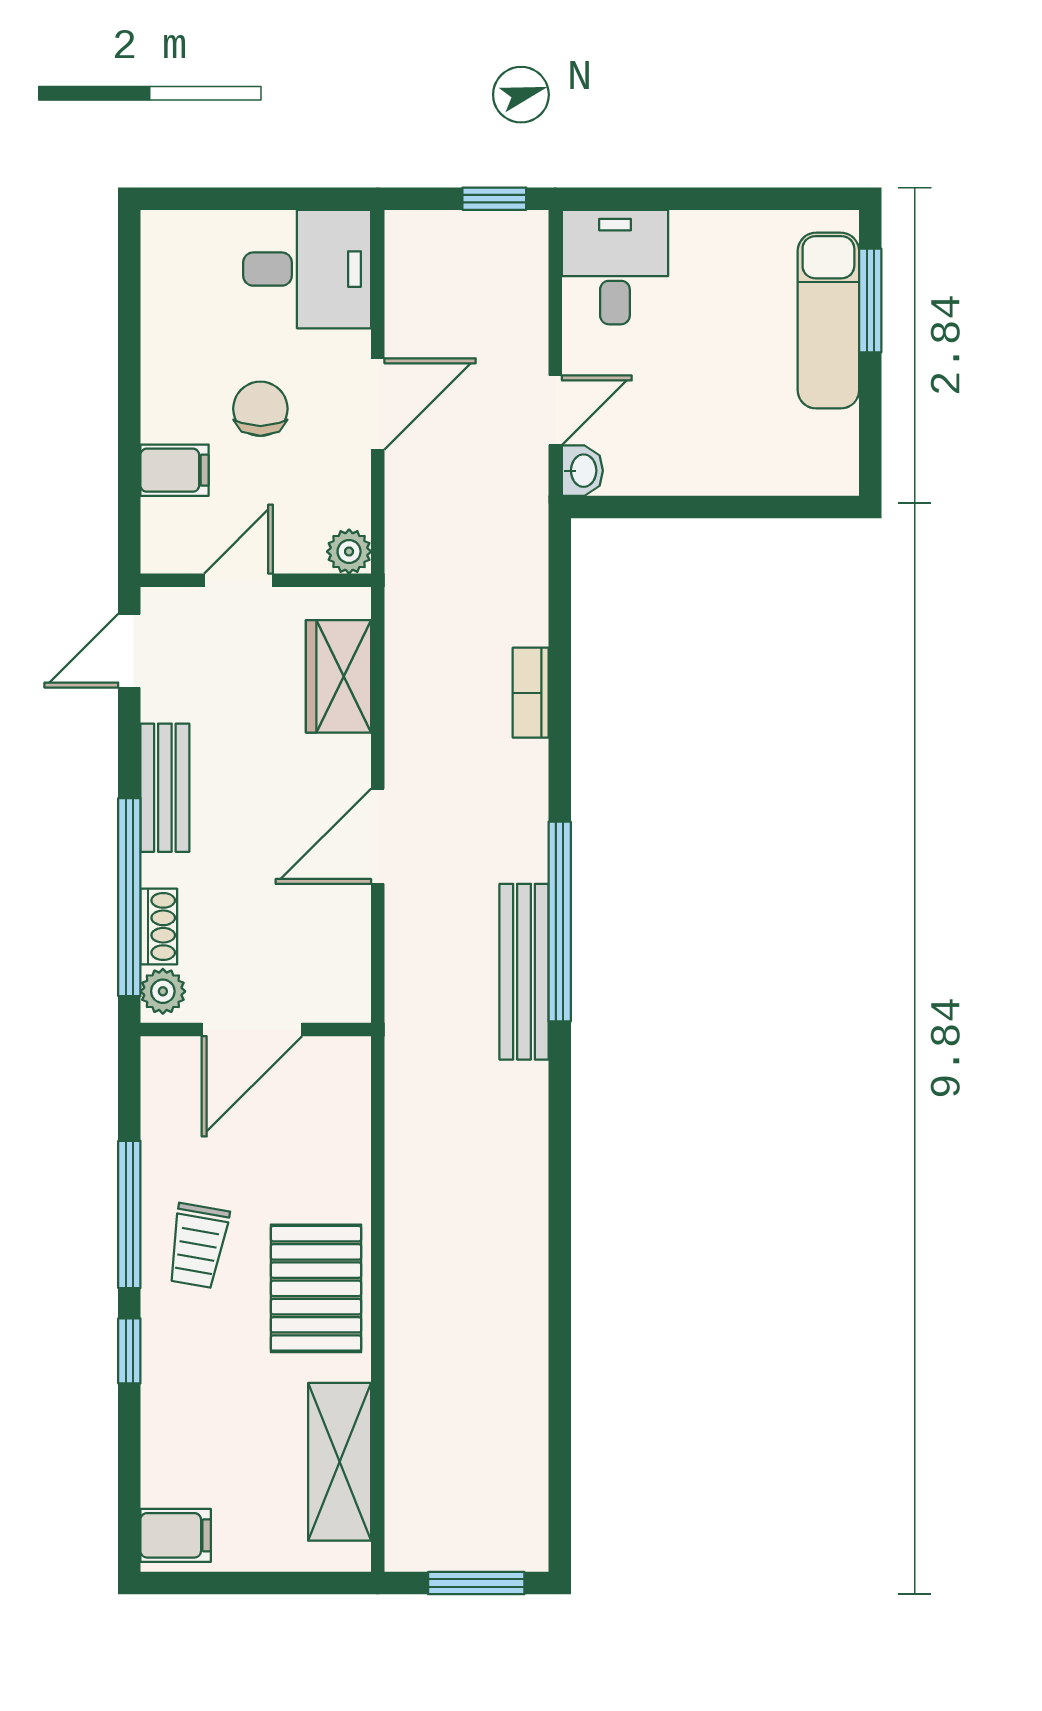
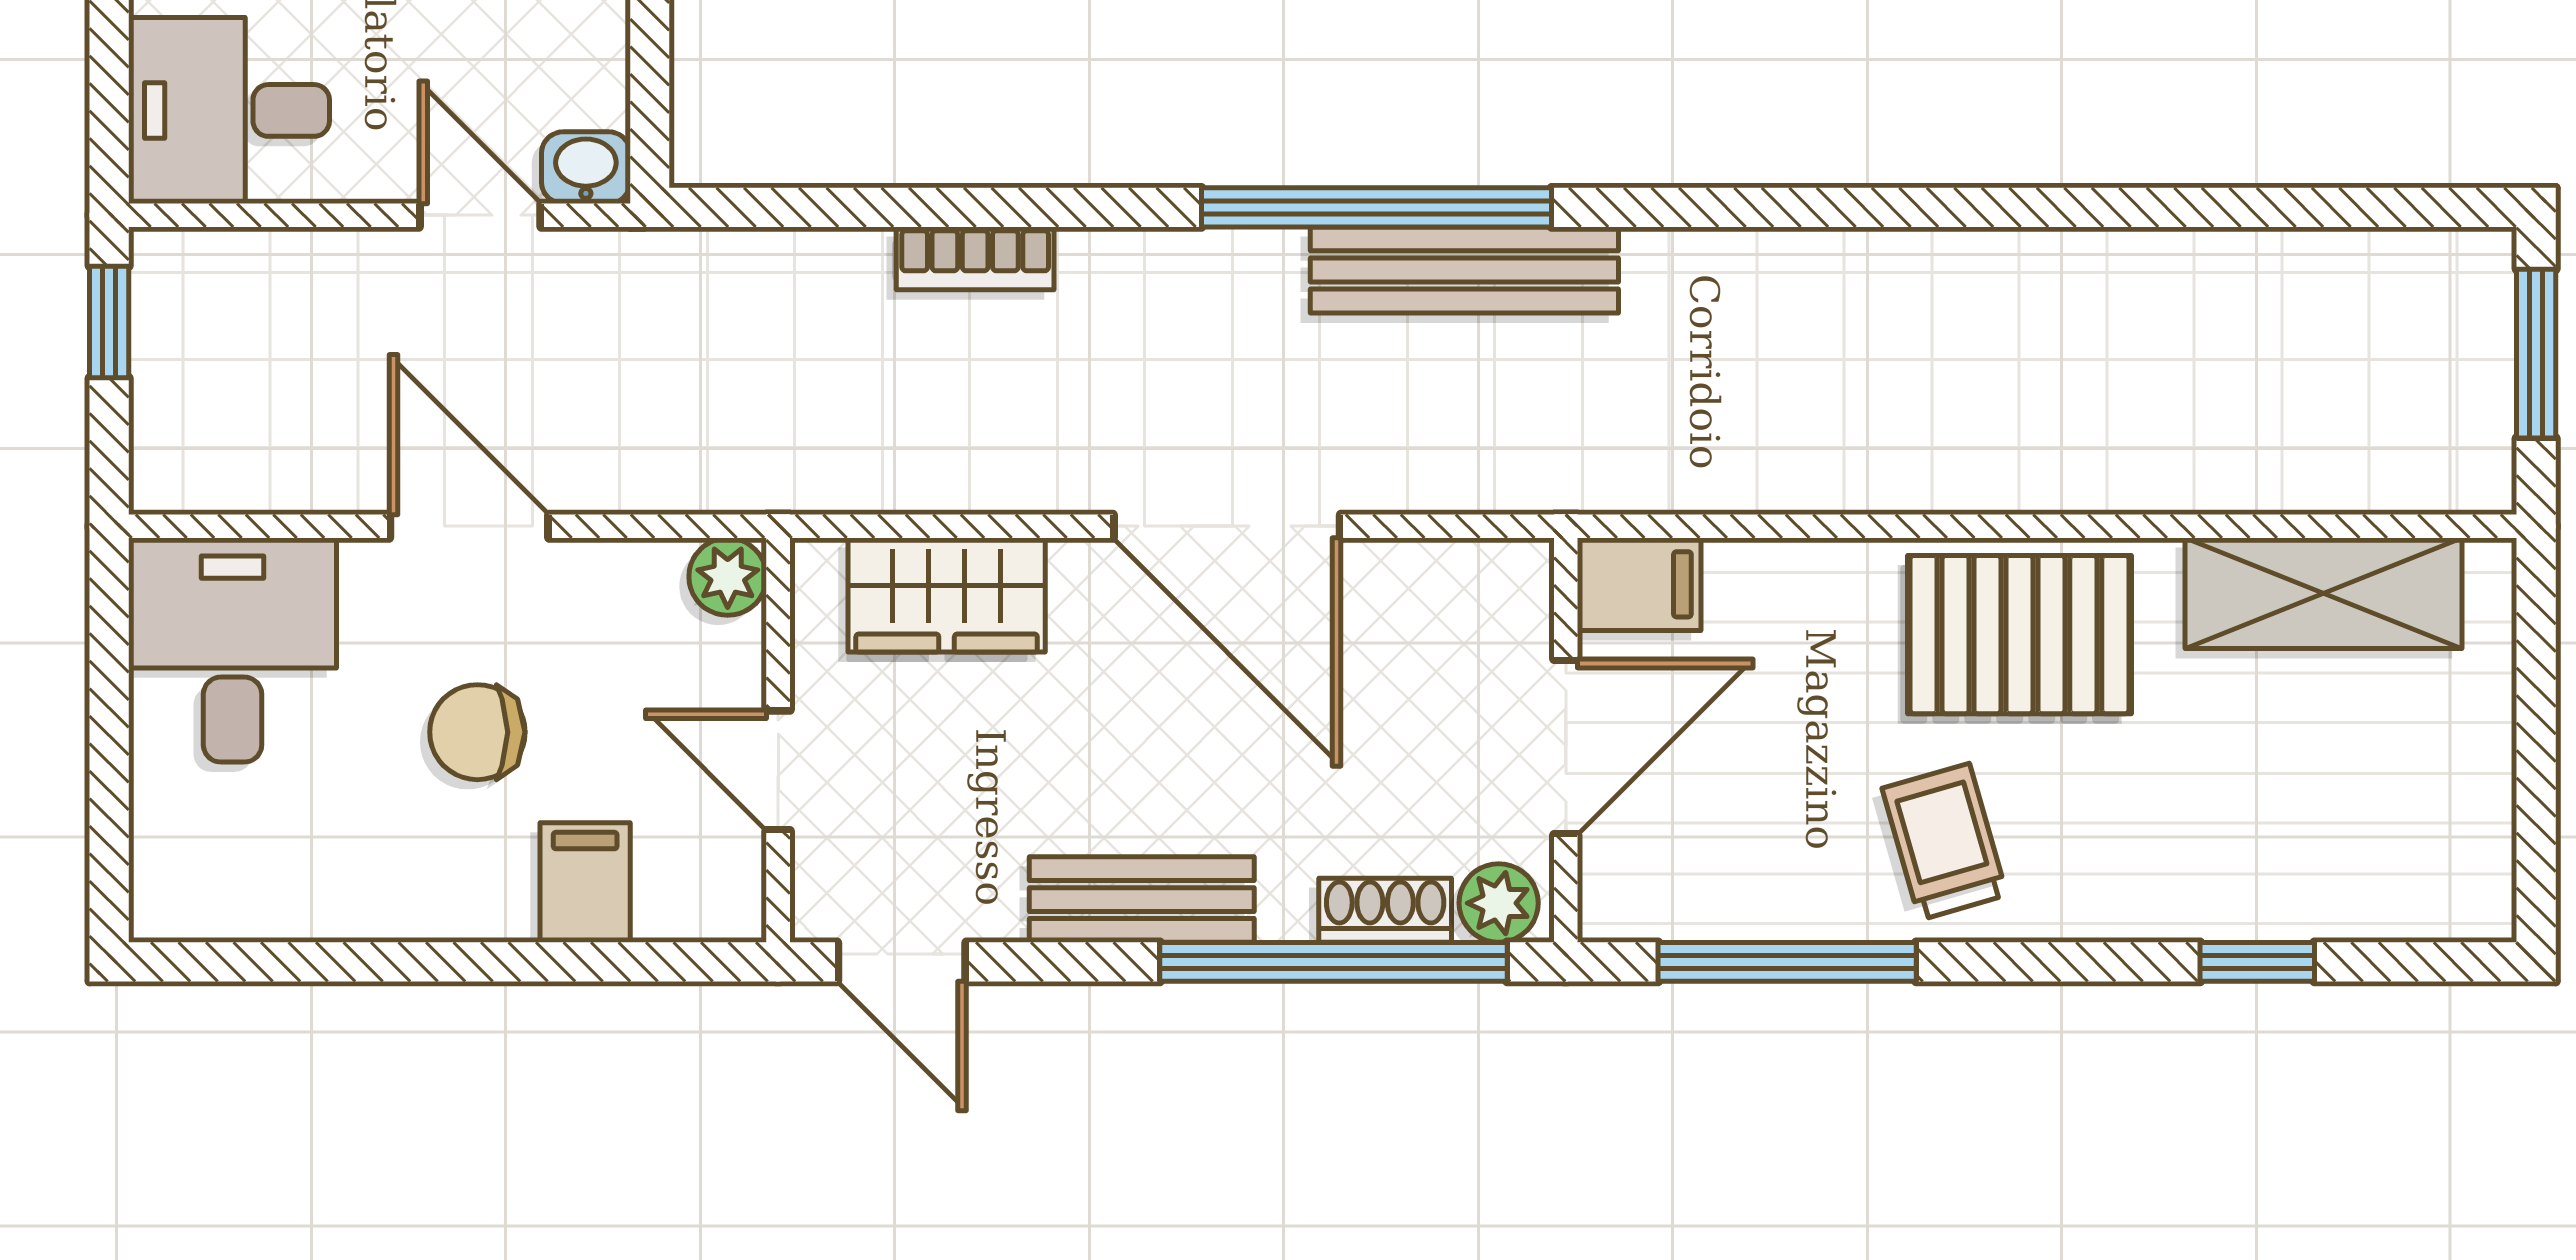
door: (378, 836) -> (1227, 526), width x1.36
door: (252, 1030) -> (1566, 747), hinge flipped
window: (129, 1214) -> (1787, 962), moved
trolley: (198, 1246) -> (1945, 842), turned -116
window: (129, 1351) -> (2257, 962), moved
filing cabinet: (176, 1535) -> (1639, 584), moved, turned 90

